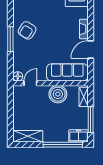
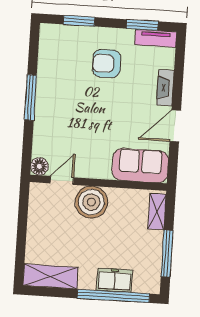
armchair: (27, 30) -> (107, 63), moved, turned 57
sofa: (67, 72) -> (140, 166), width x0.73
boiler: (58, 94) -> (91, 202), moved
freezer: (78, 136) -> (114, 280), moved

